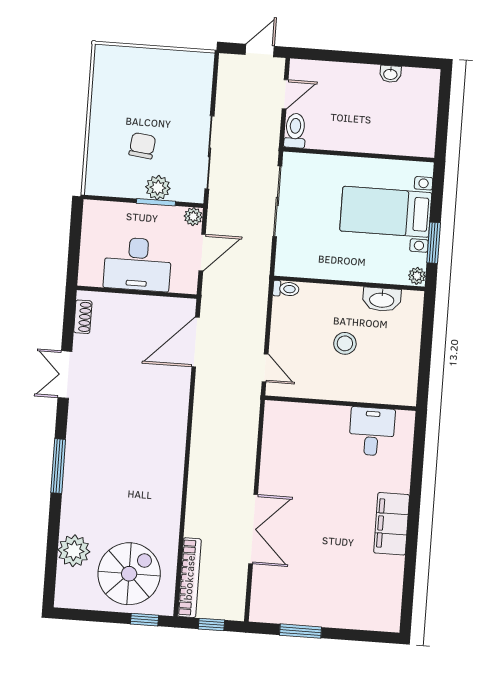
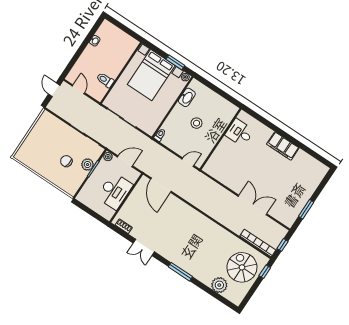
toilet: (295, 131) -> (105, 80), moved
bed with nightstands: (386, 212) -> (151, 75), width x1.36
door: (202, 252) -> (125, 161), hinge flipped

